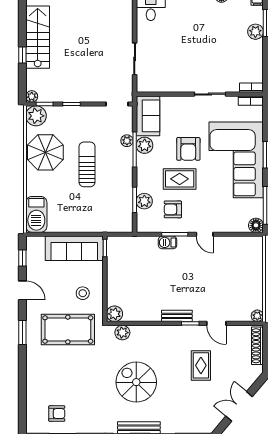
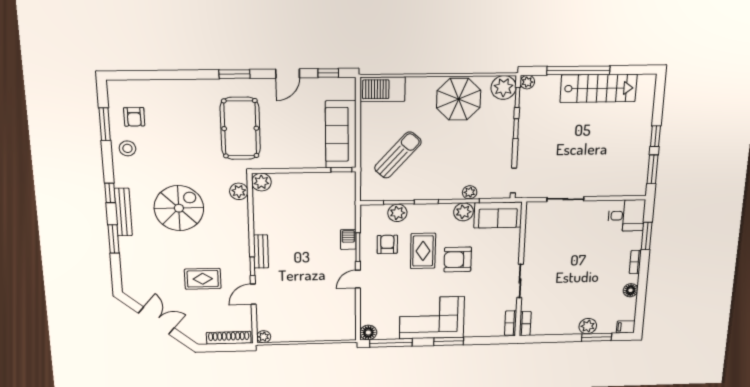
window: (22, 55) -> (578, 70), width x3.17
corner sofa: (236, 160) -> (432, 318), width x0.73, depth x0.74
sun lounger: (87, 164) -> (398, 155), moved, turned -48
stool: (83, 293) -> (127, 148), moved

